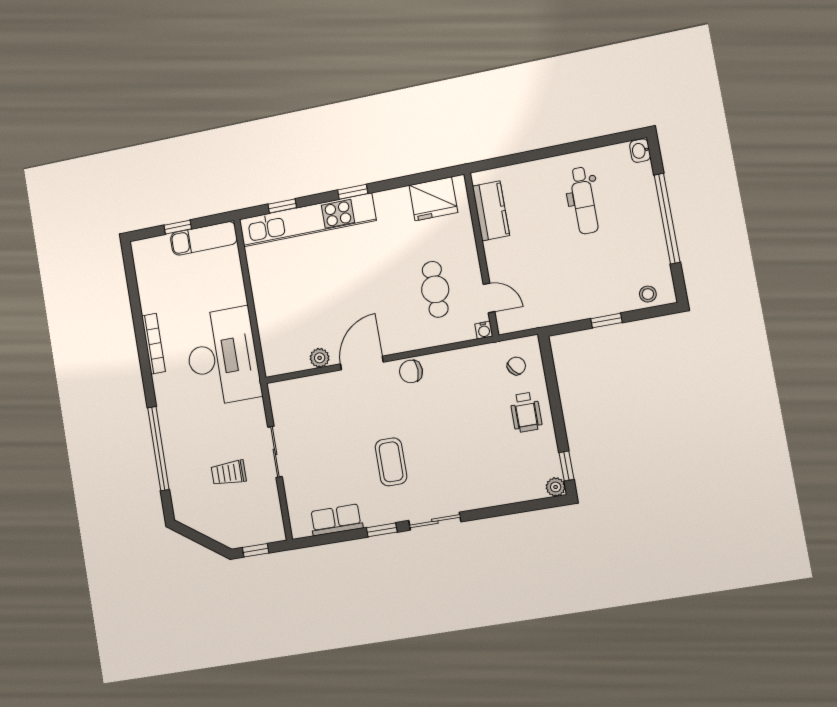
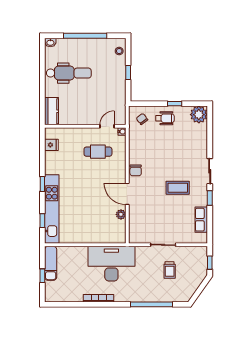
fridge: (433, 199) -> (51, 145), width x0.53, depth x0.75
dental chair: (584, 200) -> (69, 73), width x1.36, depth x1.38
kitchen counter: (491, 211) -> (52, 111), moved, turned 90
window: (567, 466) -> (175, 104), moved
plant: (556, 487) -> (199, 115), width x1.88, depth x1.88

